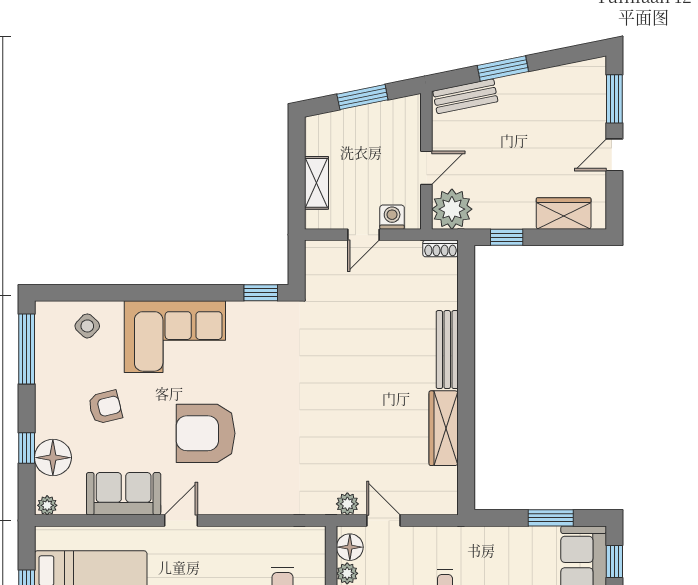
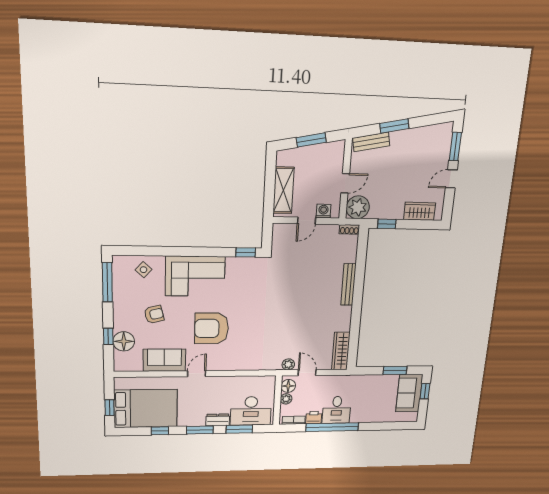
shelving: (317, 183) -> (283, 190), width x1.50, depth x1.33
wardrobe: (444, 428) -> (341, 351), moved
plant: (47, 505) -> (121, 366), removed

